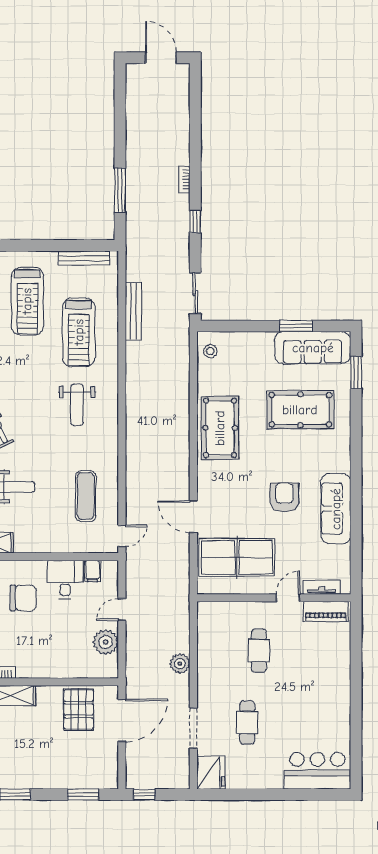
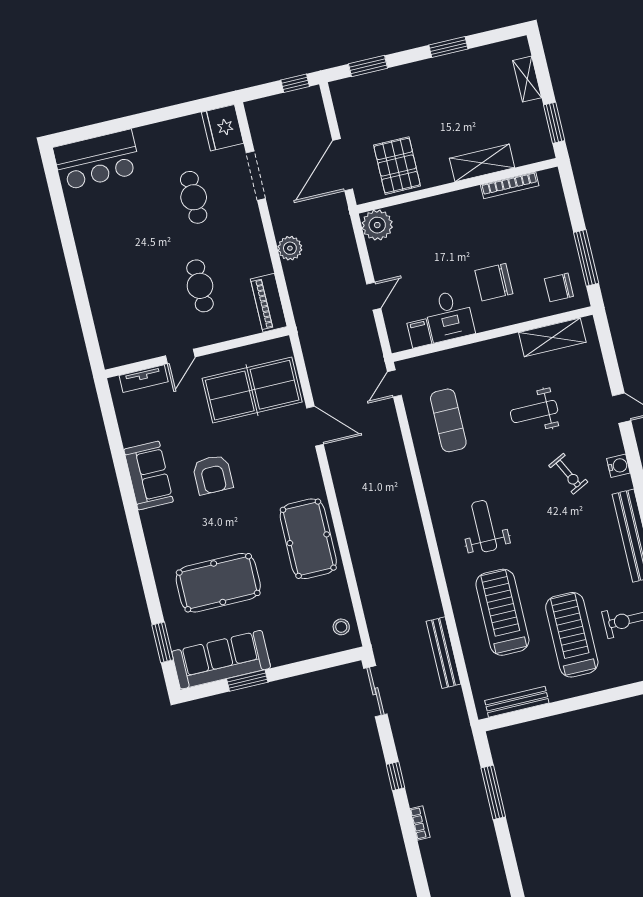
sofa: (336, 509) -> (149, 476), width x0.73
piano: (326, 612) -> (269, 303), moved, turned -90
plant: (106, 642) -> (377, 225), moved

